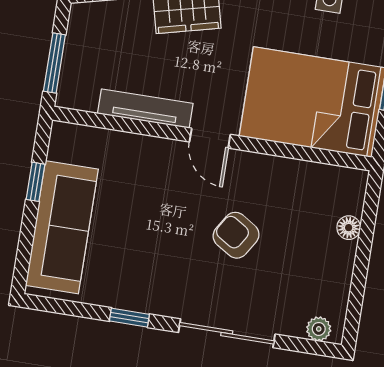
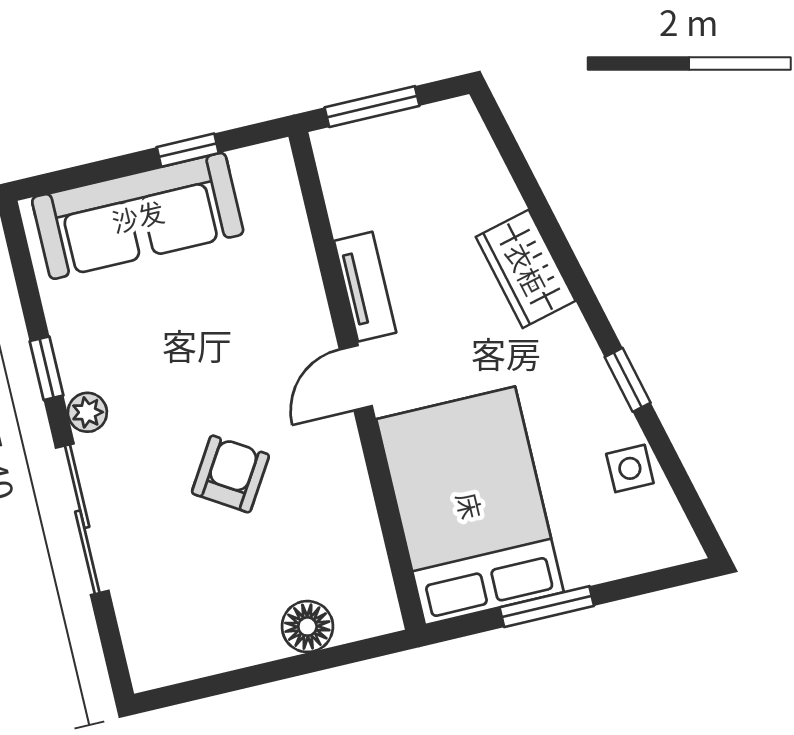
tv unit: (145, 109) -> (365, 287), width x0.71
floor lamp: (349, 228) -> (307, 627), width x1.37, depth x1.37
plant: (319, 329) -> (87, 412), moved

